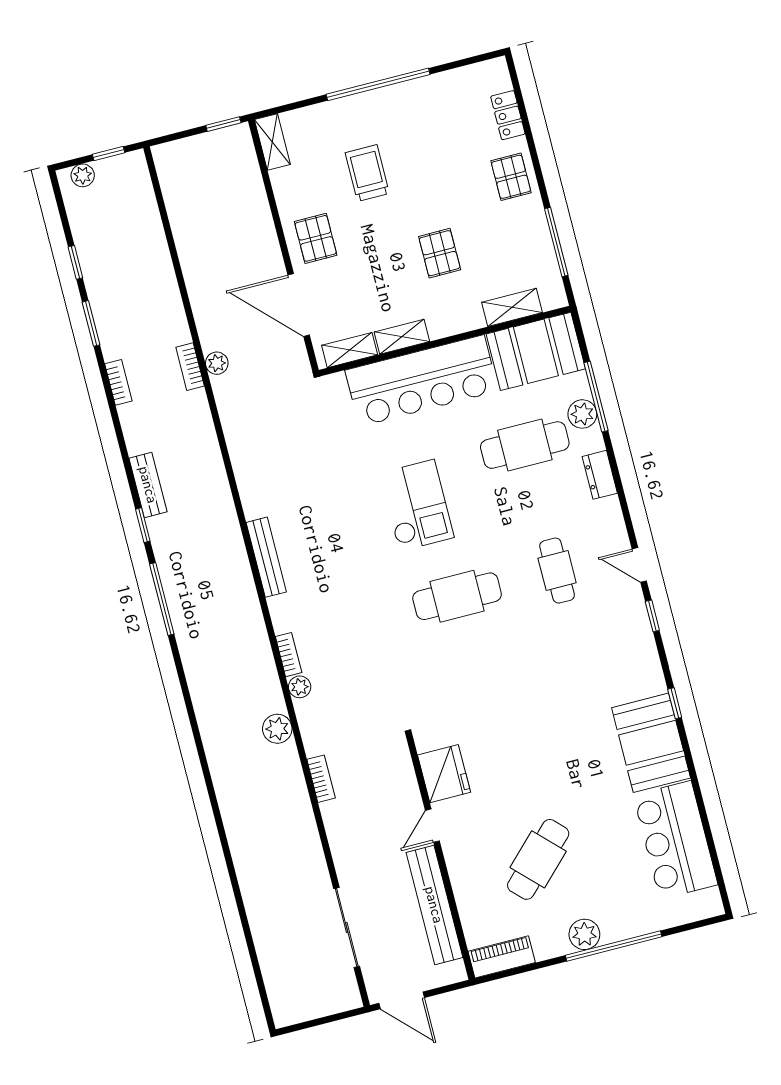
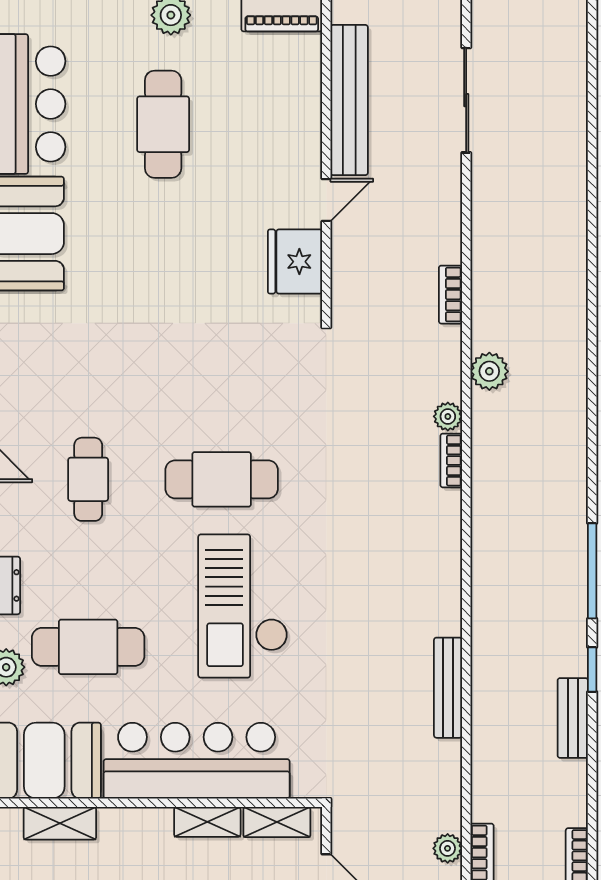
checkout: (417, 505) -> (243, 606), width x1.36, depth x1.21
bench: (266, 557) -> (448, 688), moved
cafe table: (538, 859) -> (163, 124), moved, turned -45

